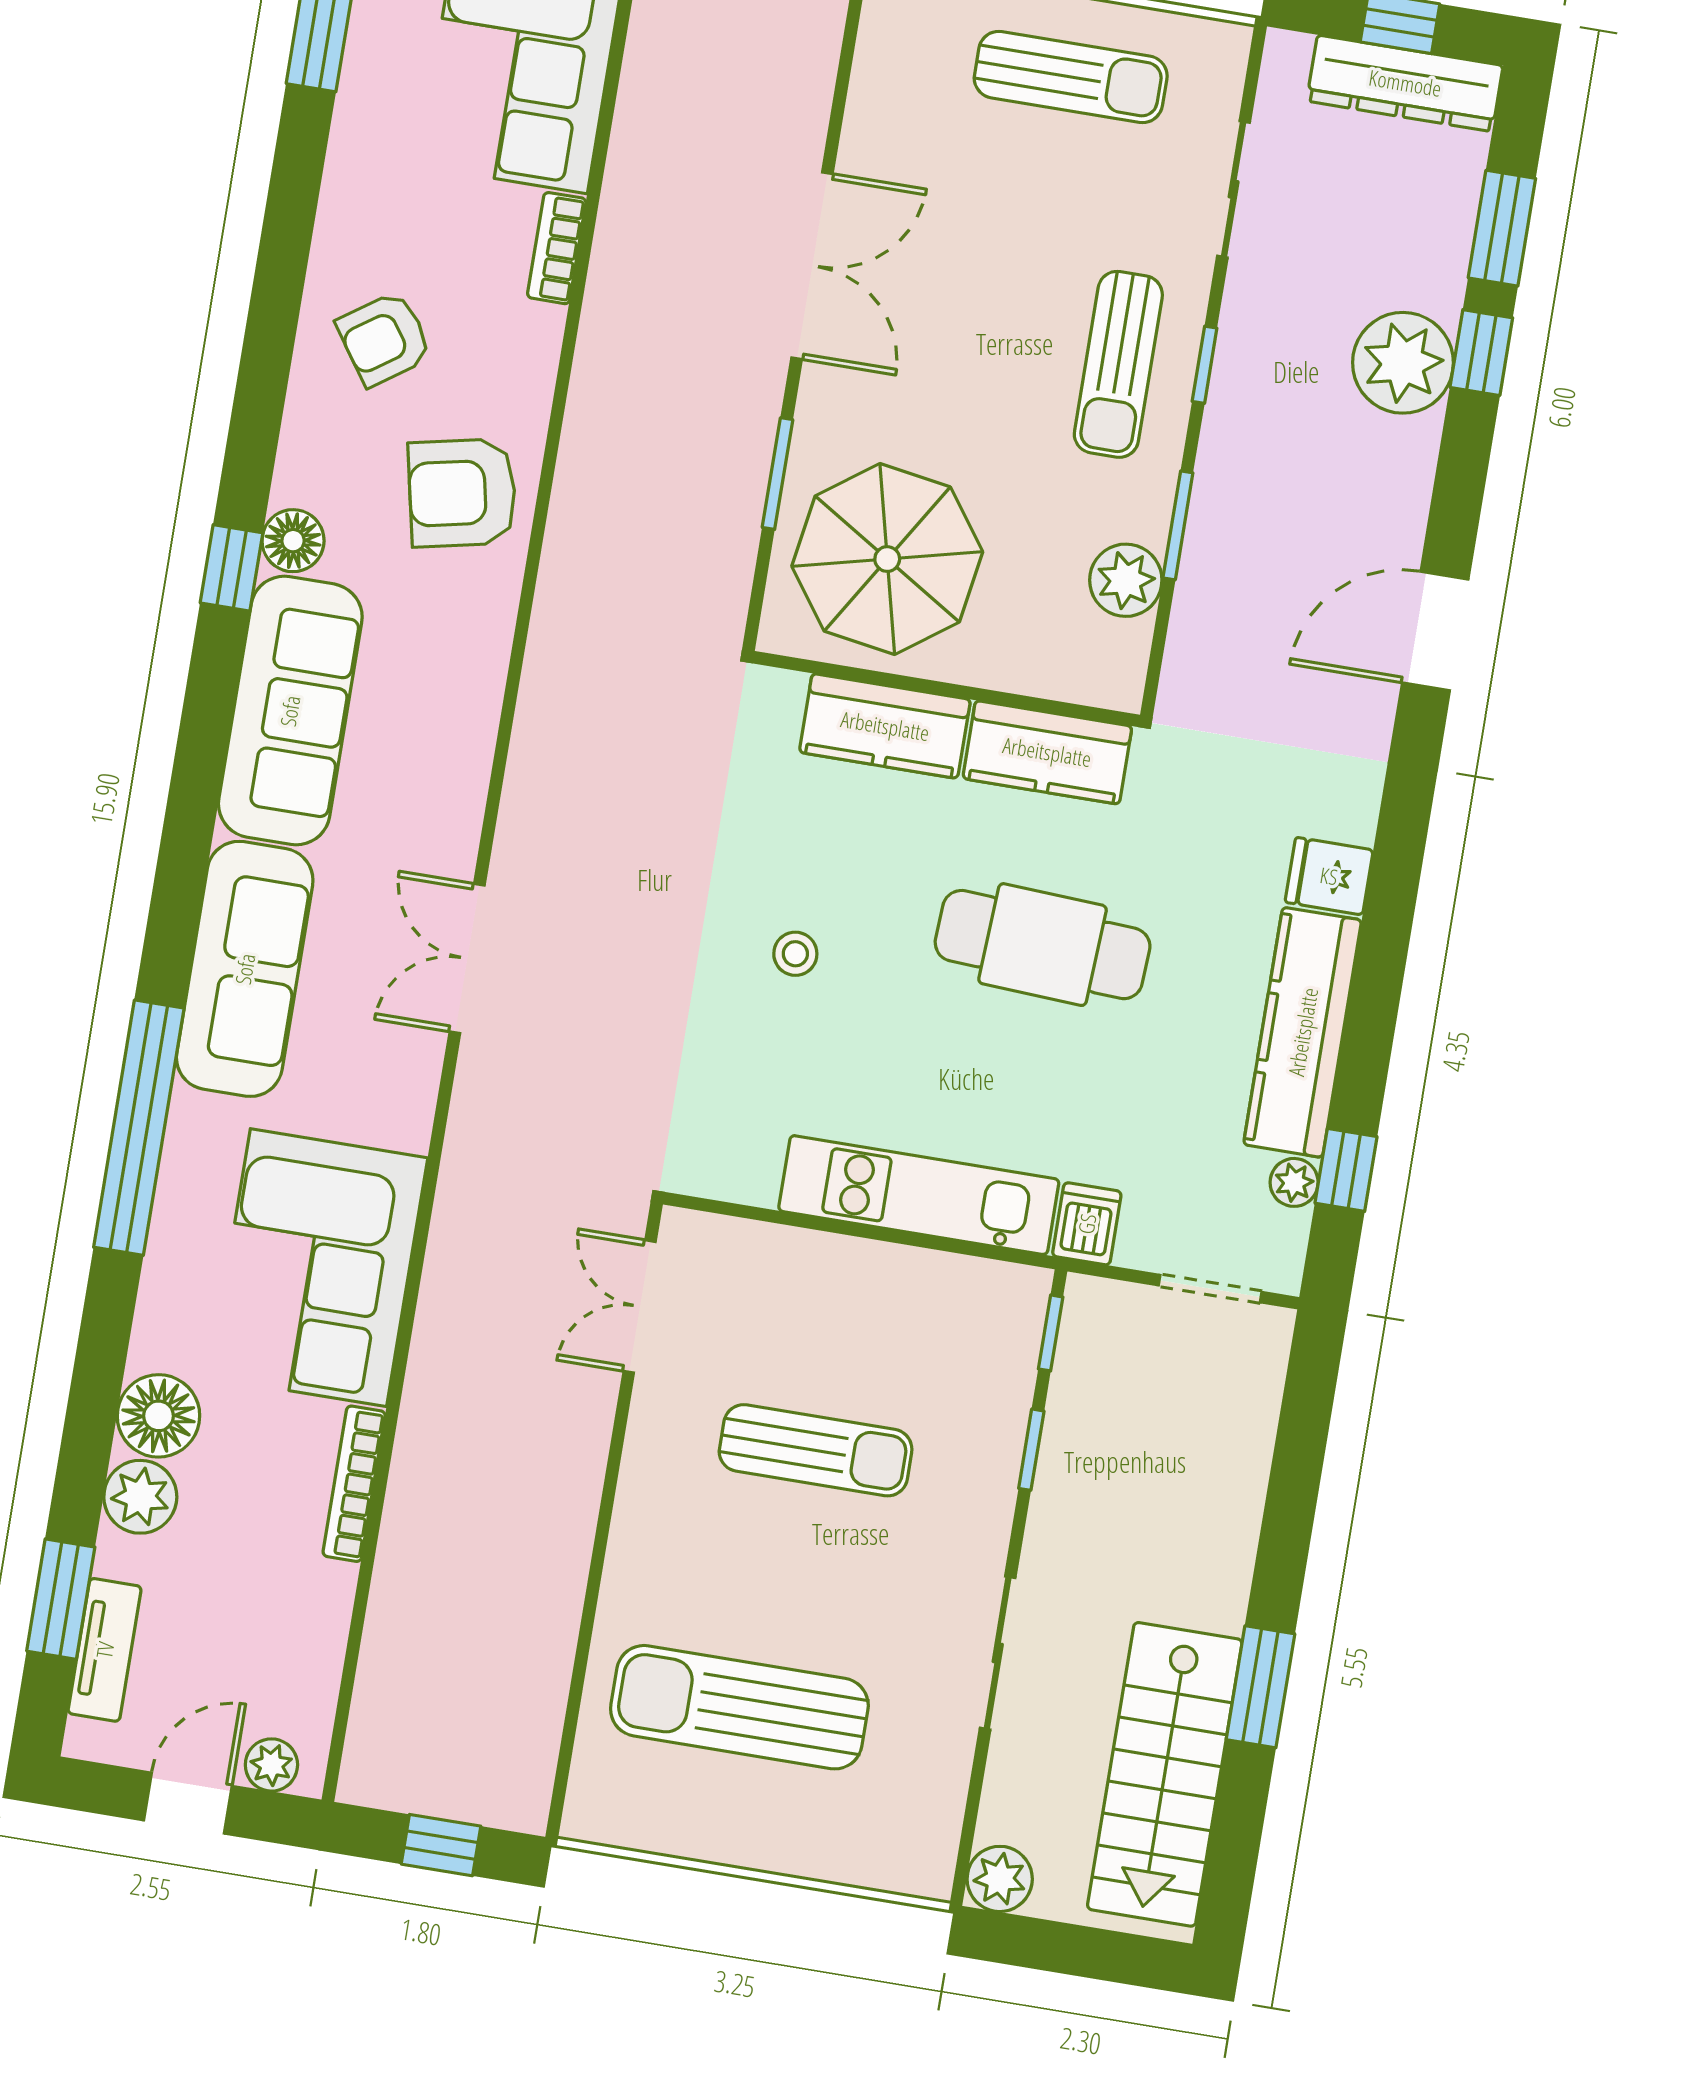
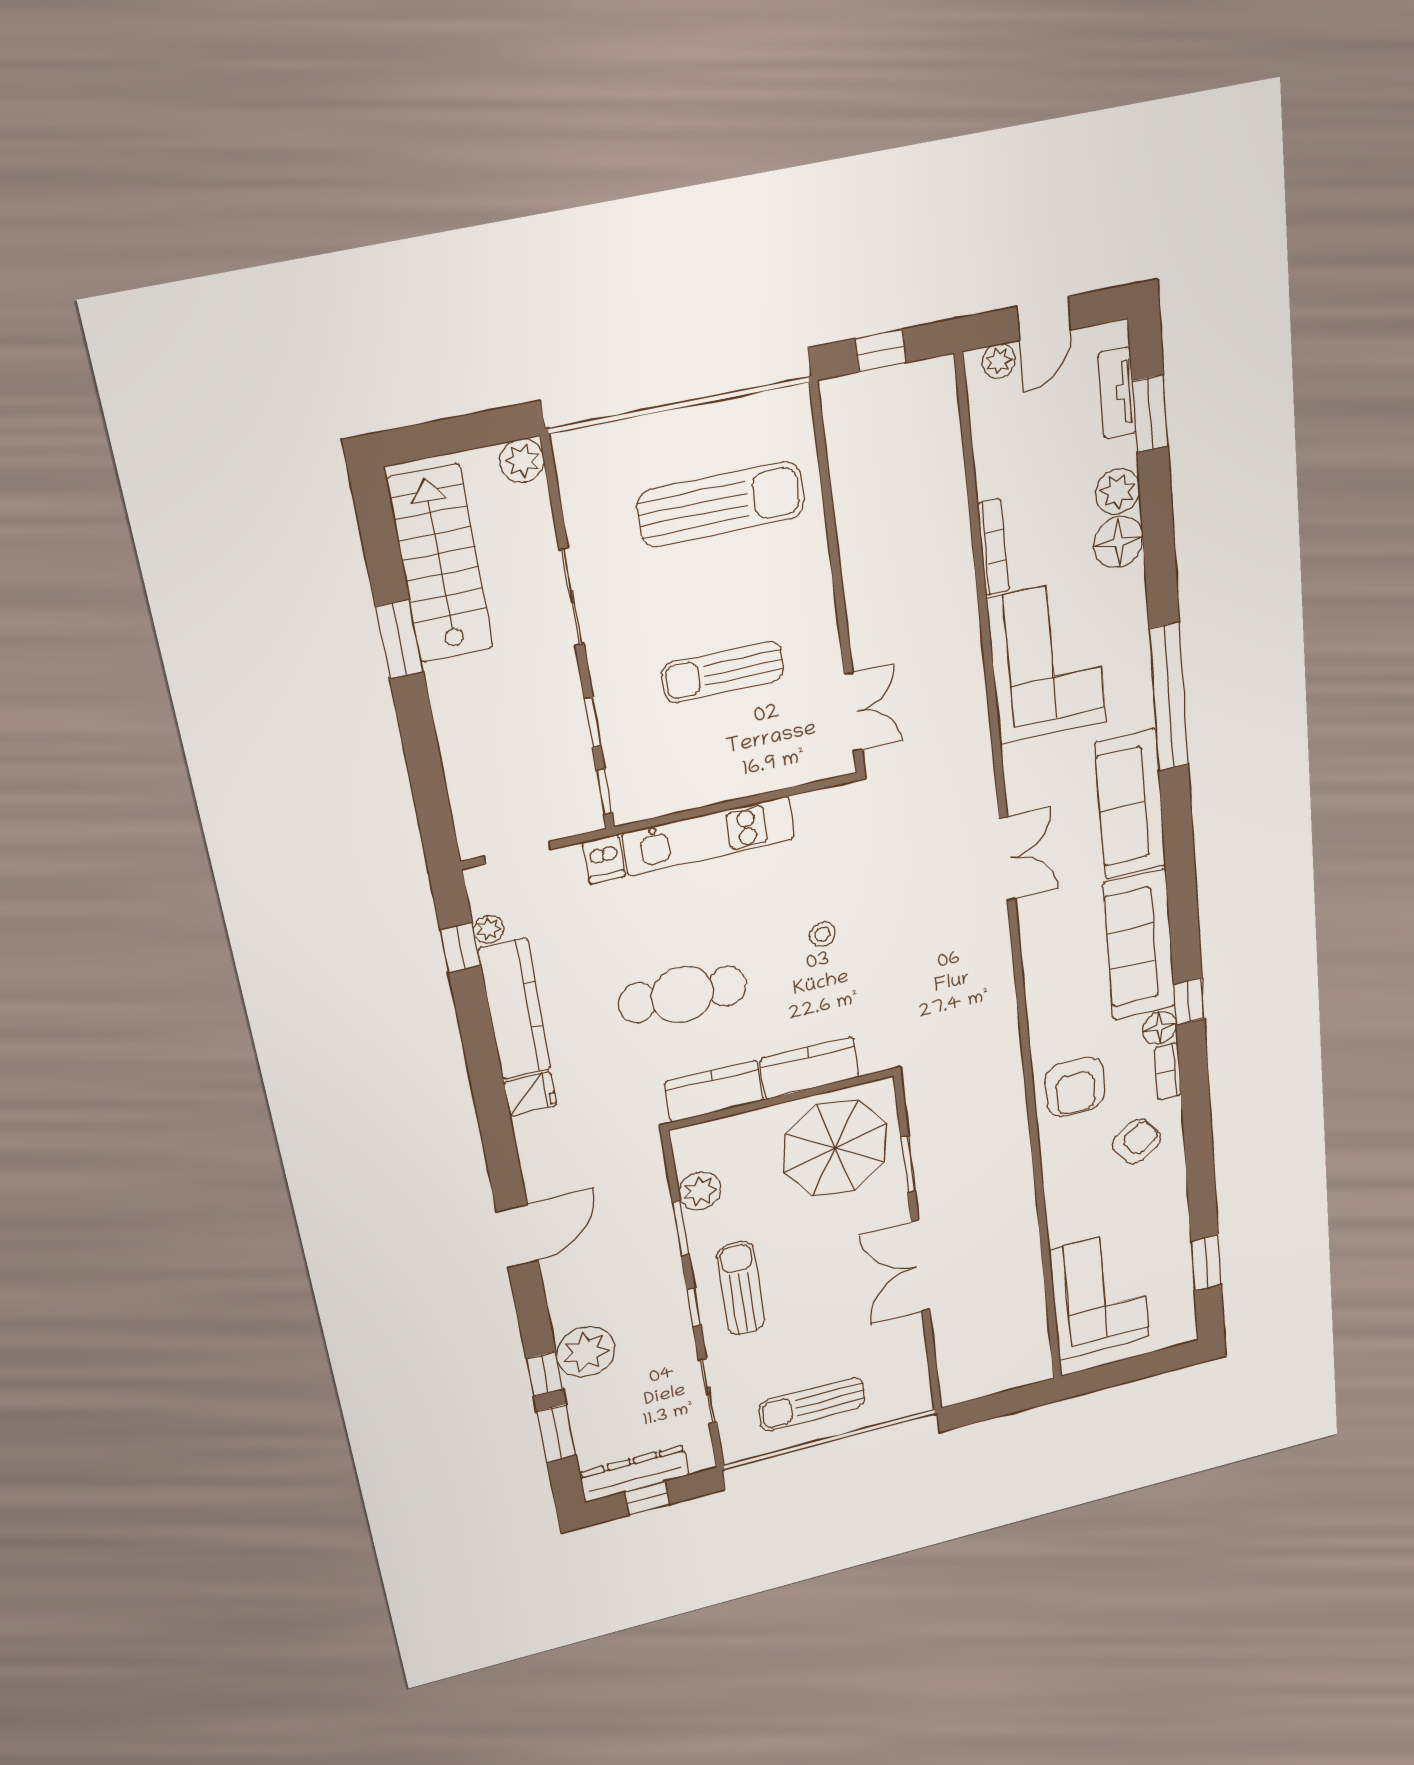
bookcase: (557, 248) -> (1168, 1071), moved, turned 180
armchair: (462, 493) -> (1075, 1087), turned 102

